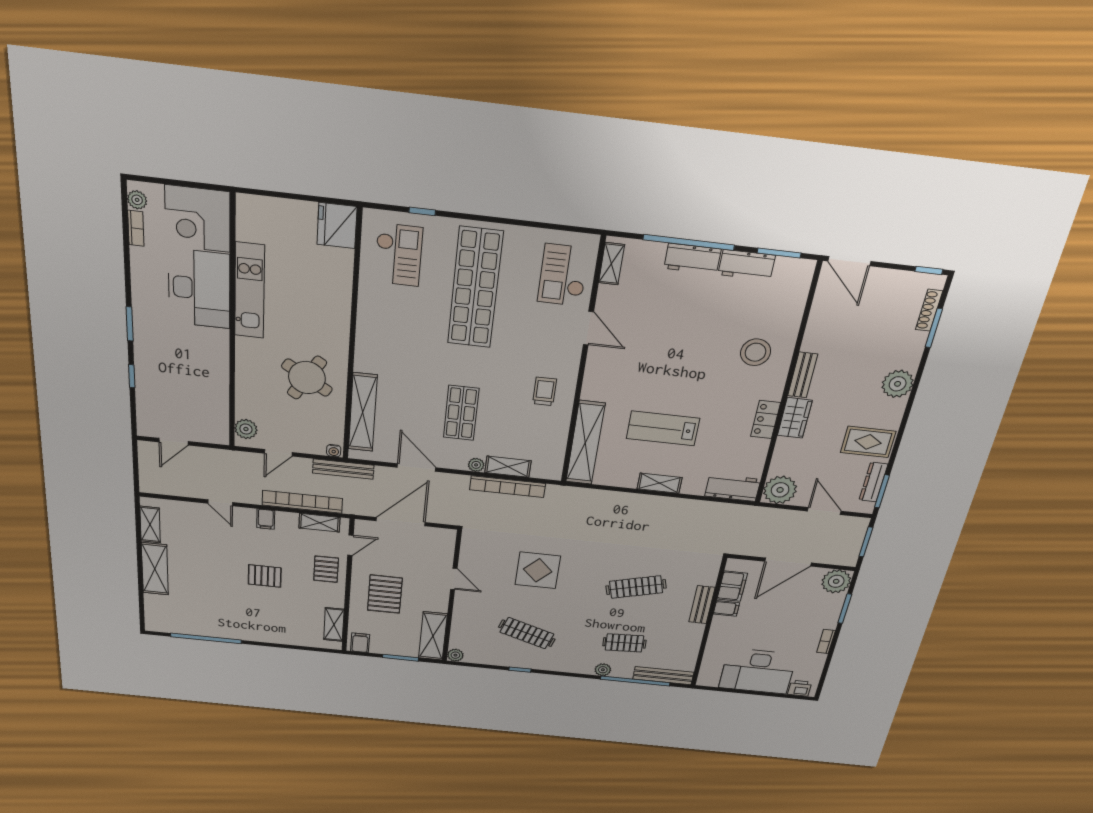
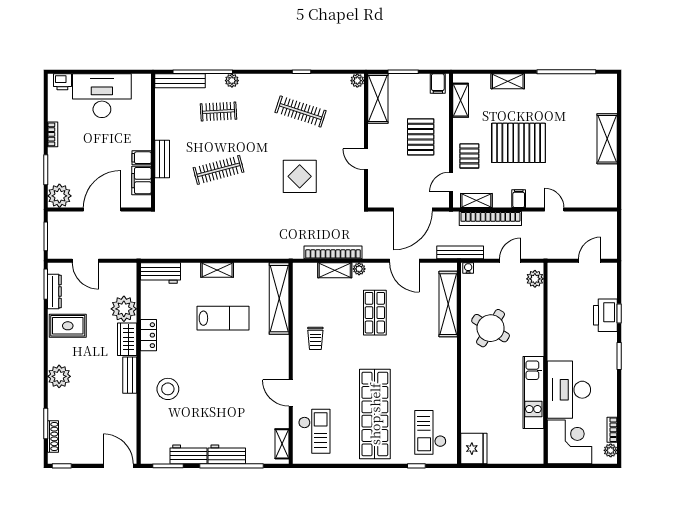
printer: (150, 376) -> (605, 315), added
plant: (780, 490) -> (124, 309), moved
shelving: (150, 525) -> (508, 81), moved, turned 90
pallet: (265, 576) -> (519, 143), width x2.05, depth x2.00

